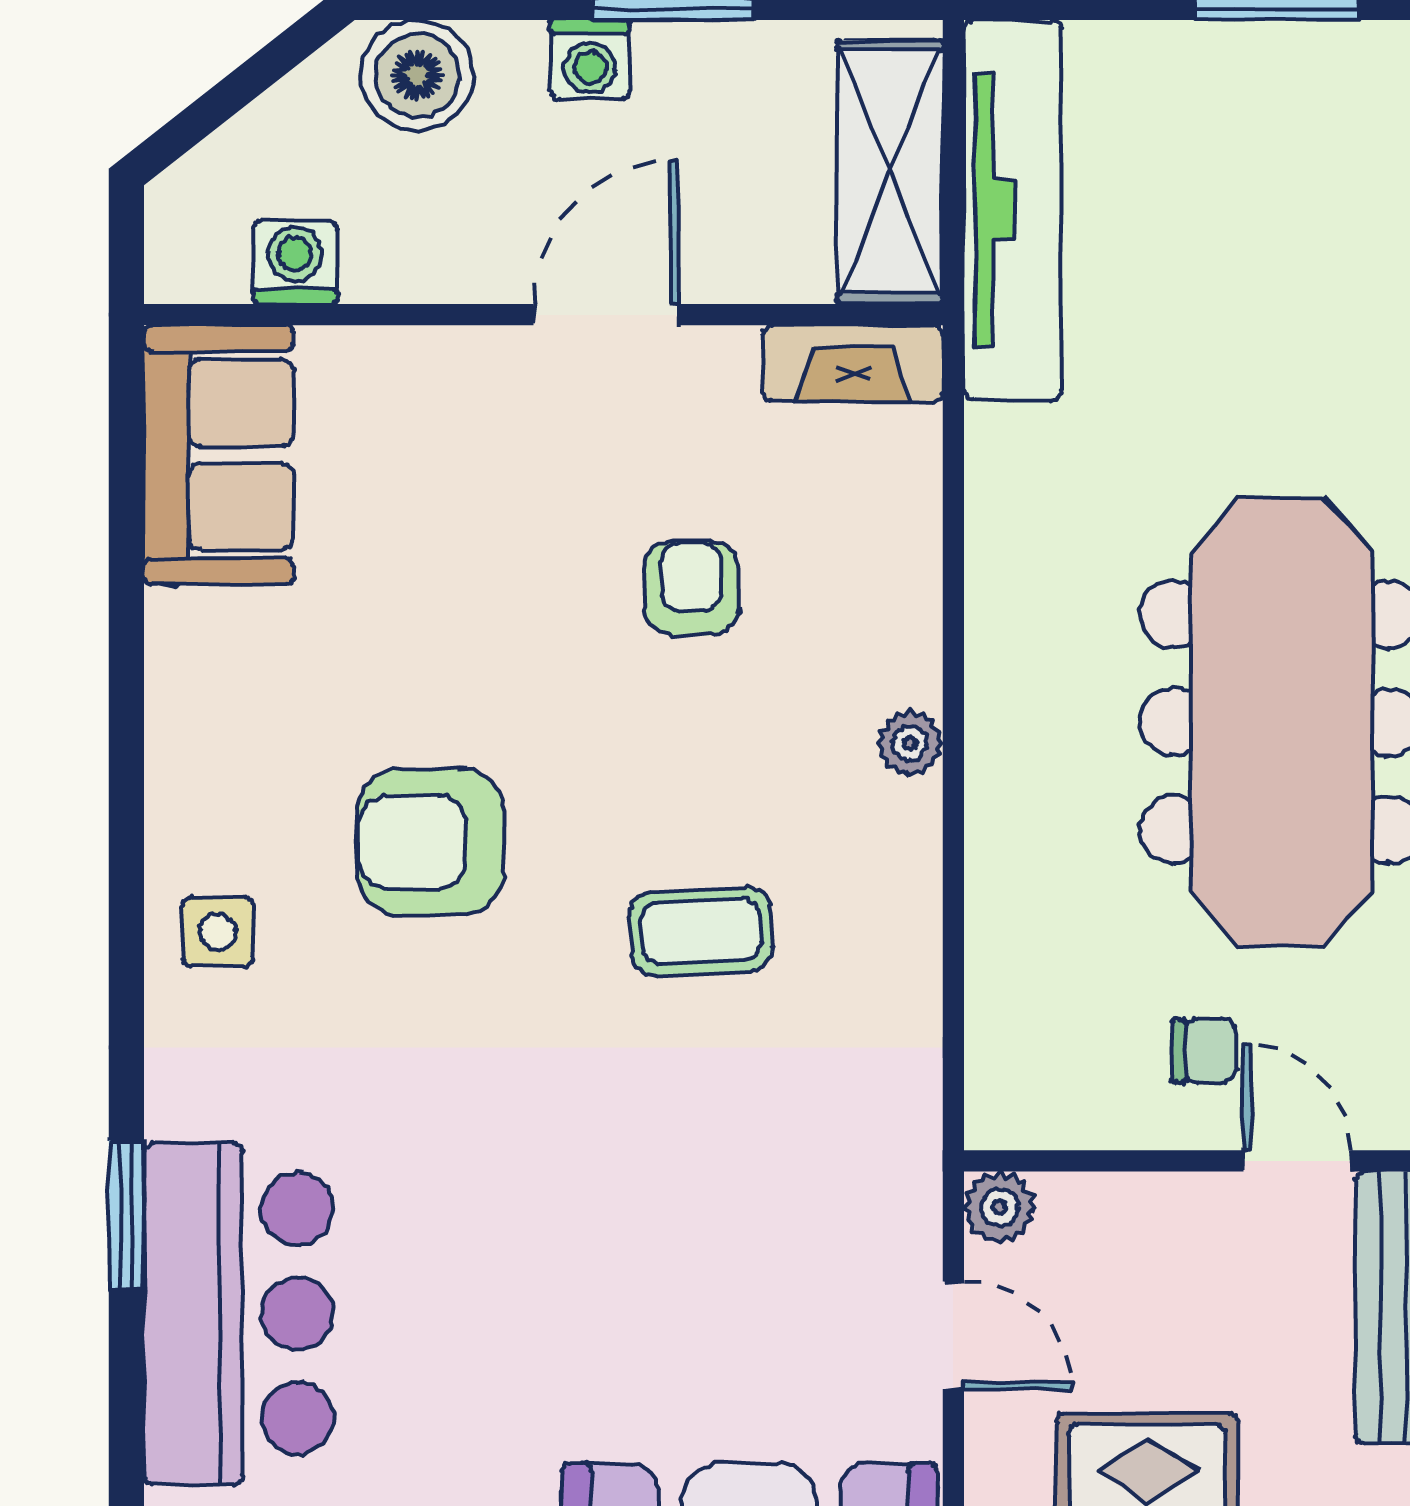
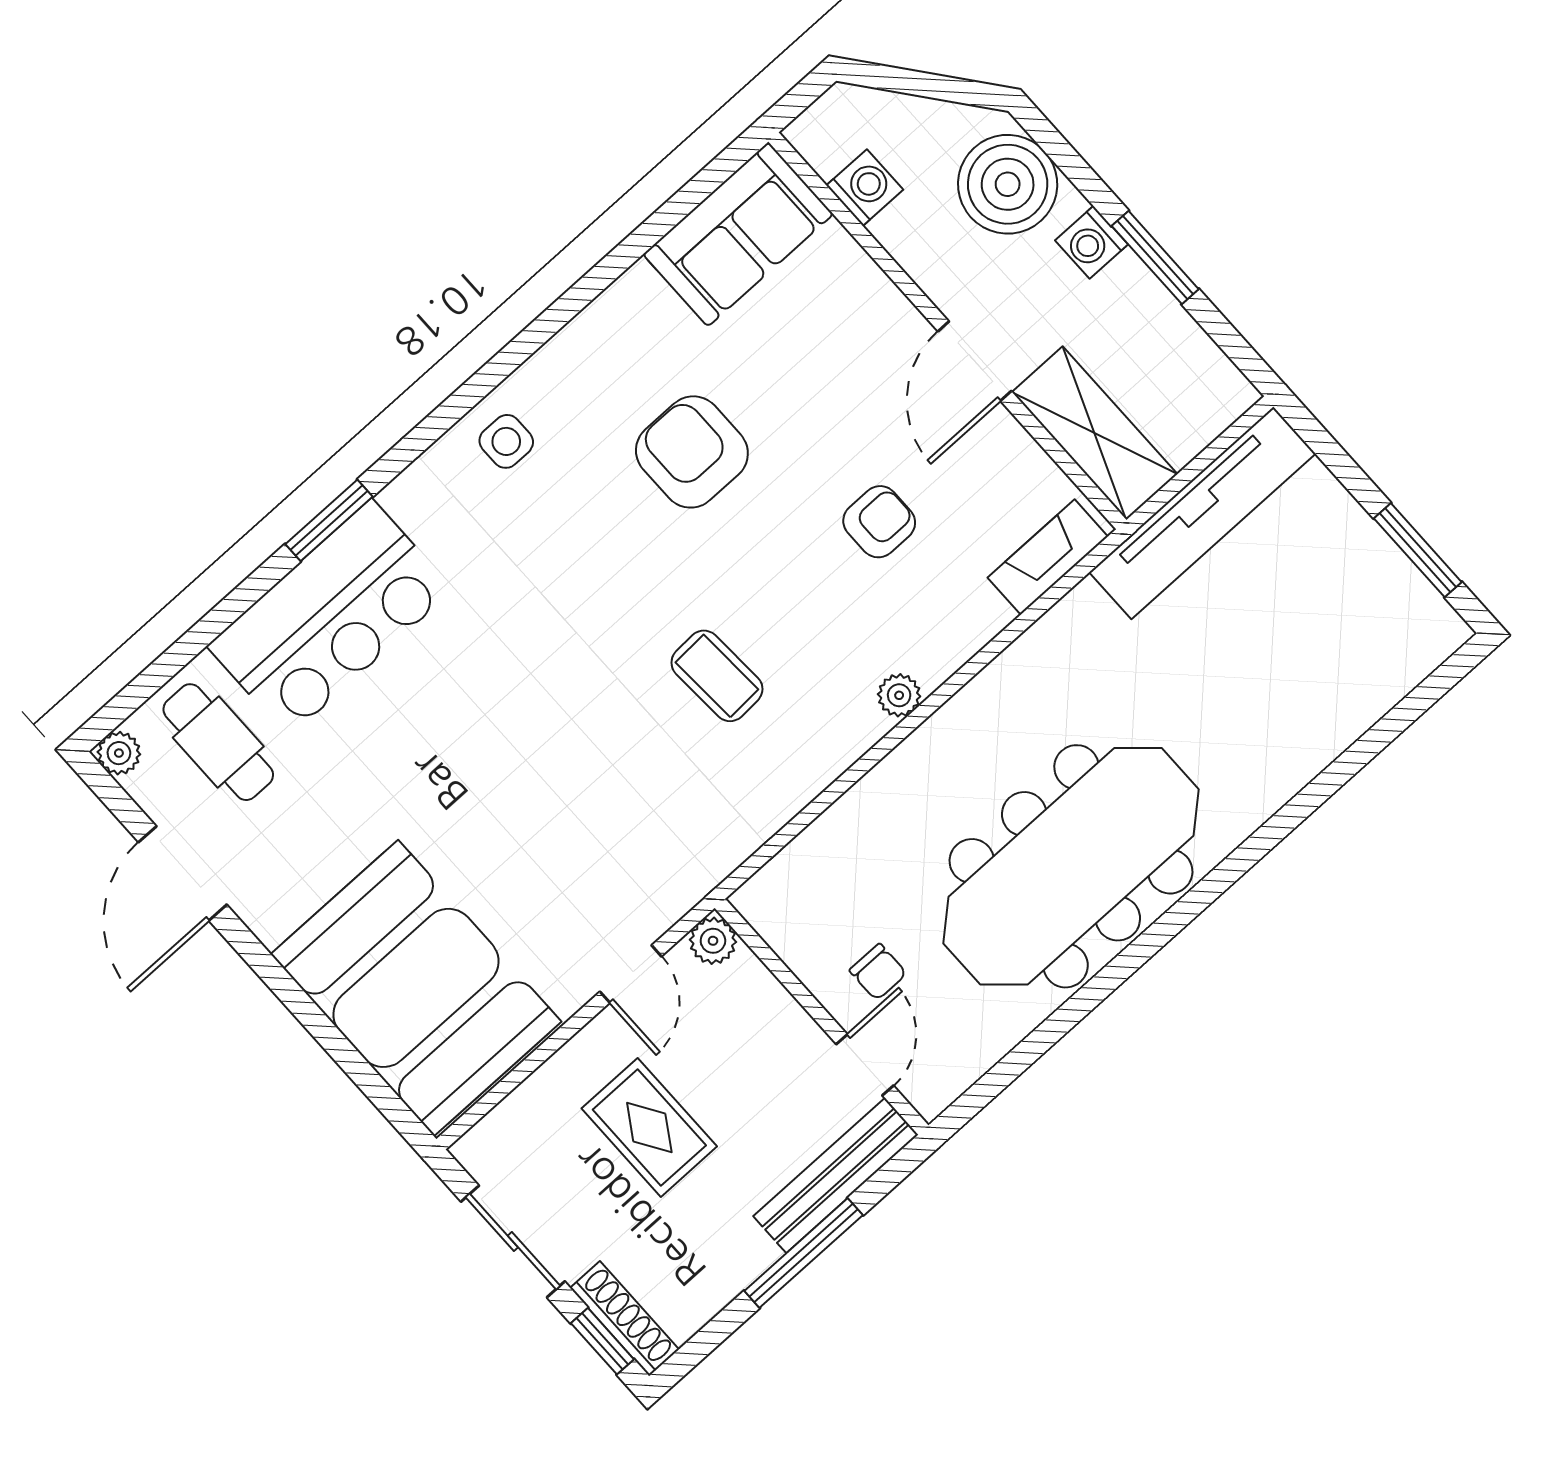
boiler: (417, 75) -> (1008, 184), width x1.37, depth x1.37
shelving: (890, 172) -> (1095, 433), moved, turned 90
door: (606, 315) -> (975, 361), swing flipped
fireplace: (853, 364) -> (1048, 557), moved, turned 90
armchair: (430, 842) -> (692, 452), moved

